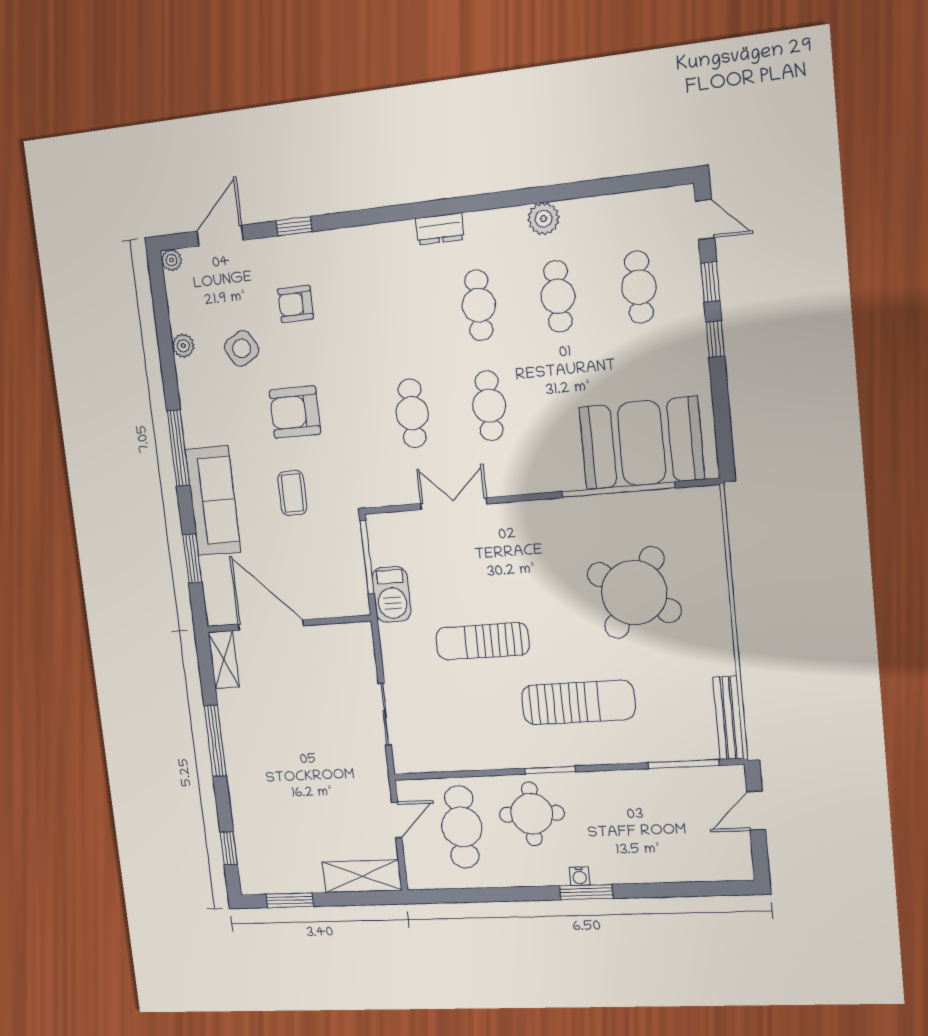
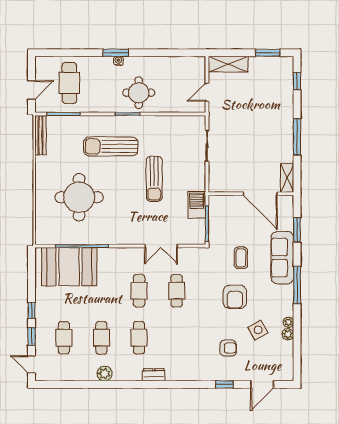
plant: (171, 260) -> (288, 322), moved
armchair: (295, 412) -> (235, 297), turned 90
round table: (634, 593) -> (79, 197), turned -32
sun lounger: (482, 641) -> (154, 179), turned 90
cafe table: (462, 827) -> (69, 83), moved

